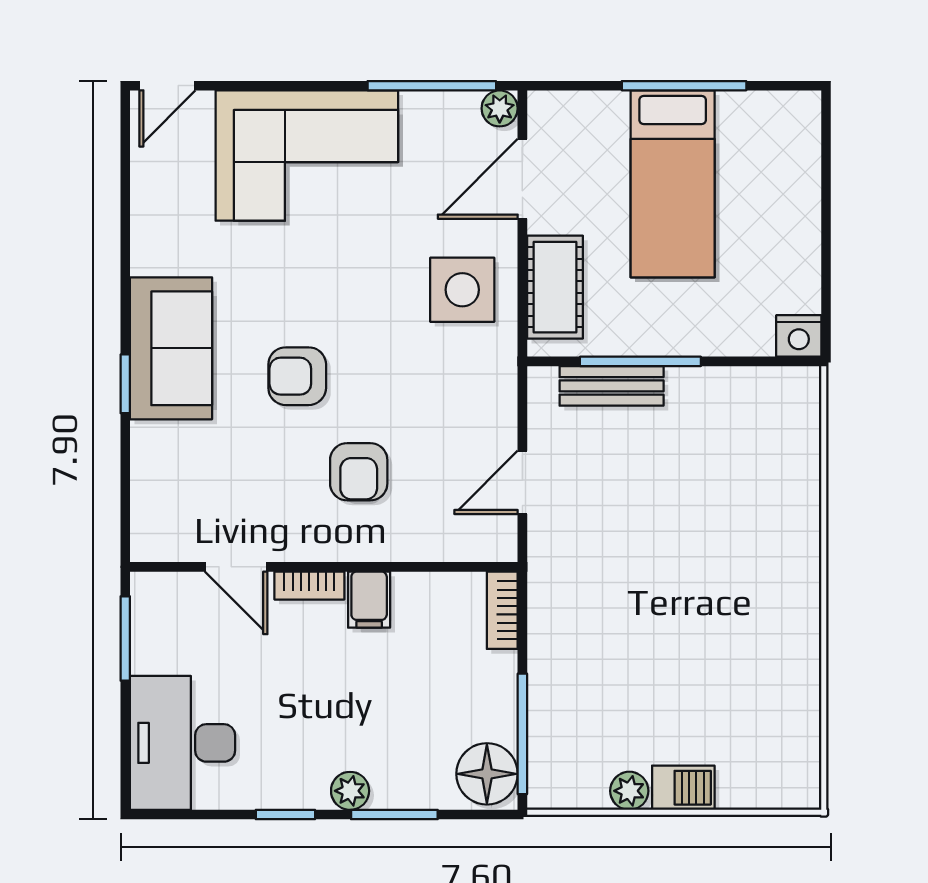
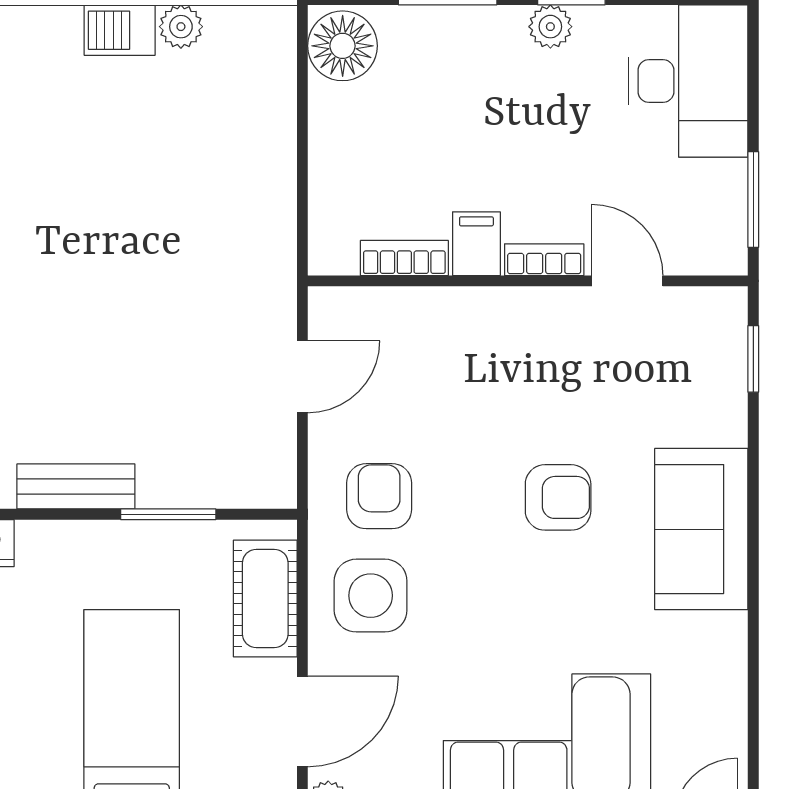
window: (640, 361) -> (168, 514), width x0.69
window: (125, 384) -> (753, 359), moved
bench: (612, 386) -> (76, 486), moved
armchair: (359, 472) -> (379, 496), moved
bookcase: (502, 610) -> (404, 258), moved, turned -90
window: (522, 734) -> (302, 91), removed
plant: (350, 791) -> (550, 27), moved

